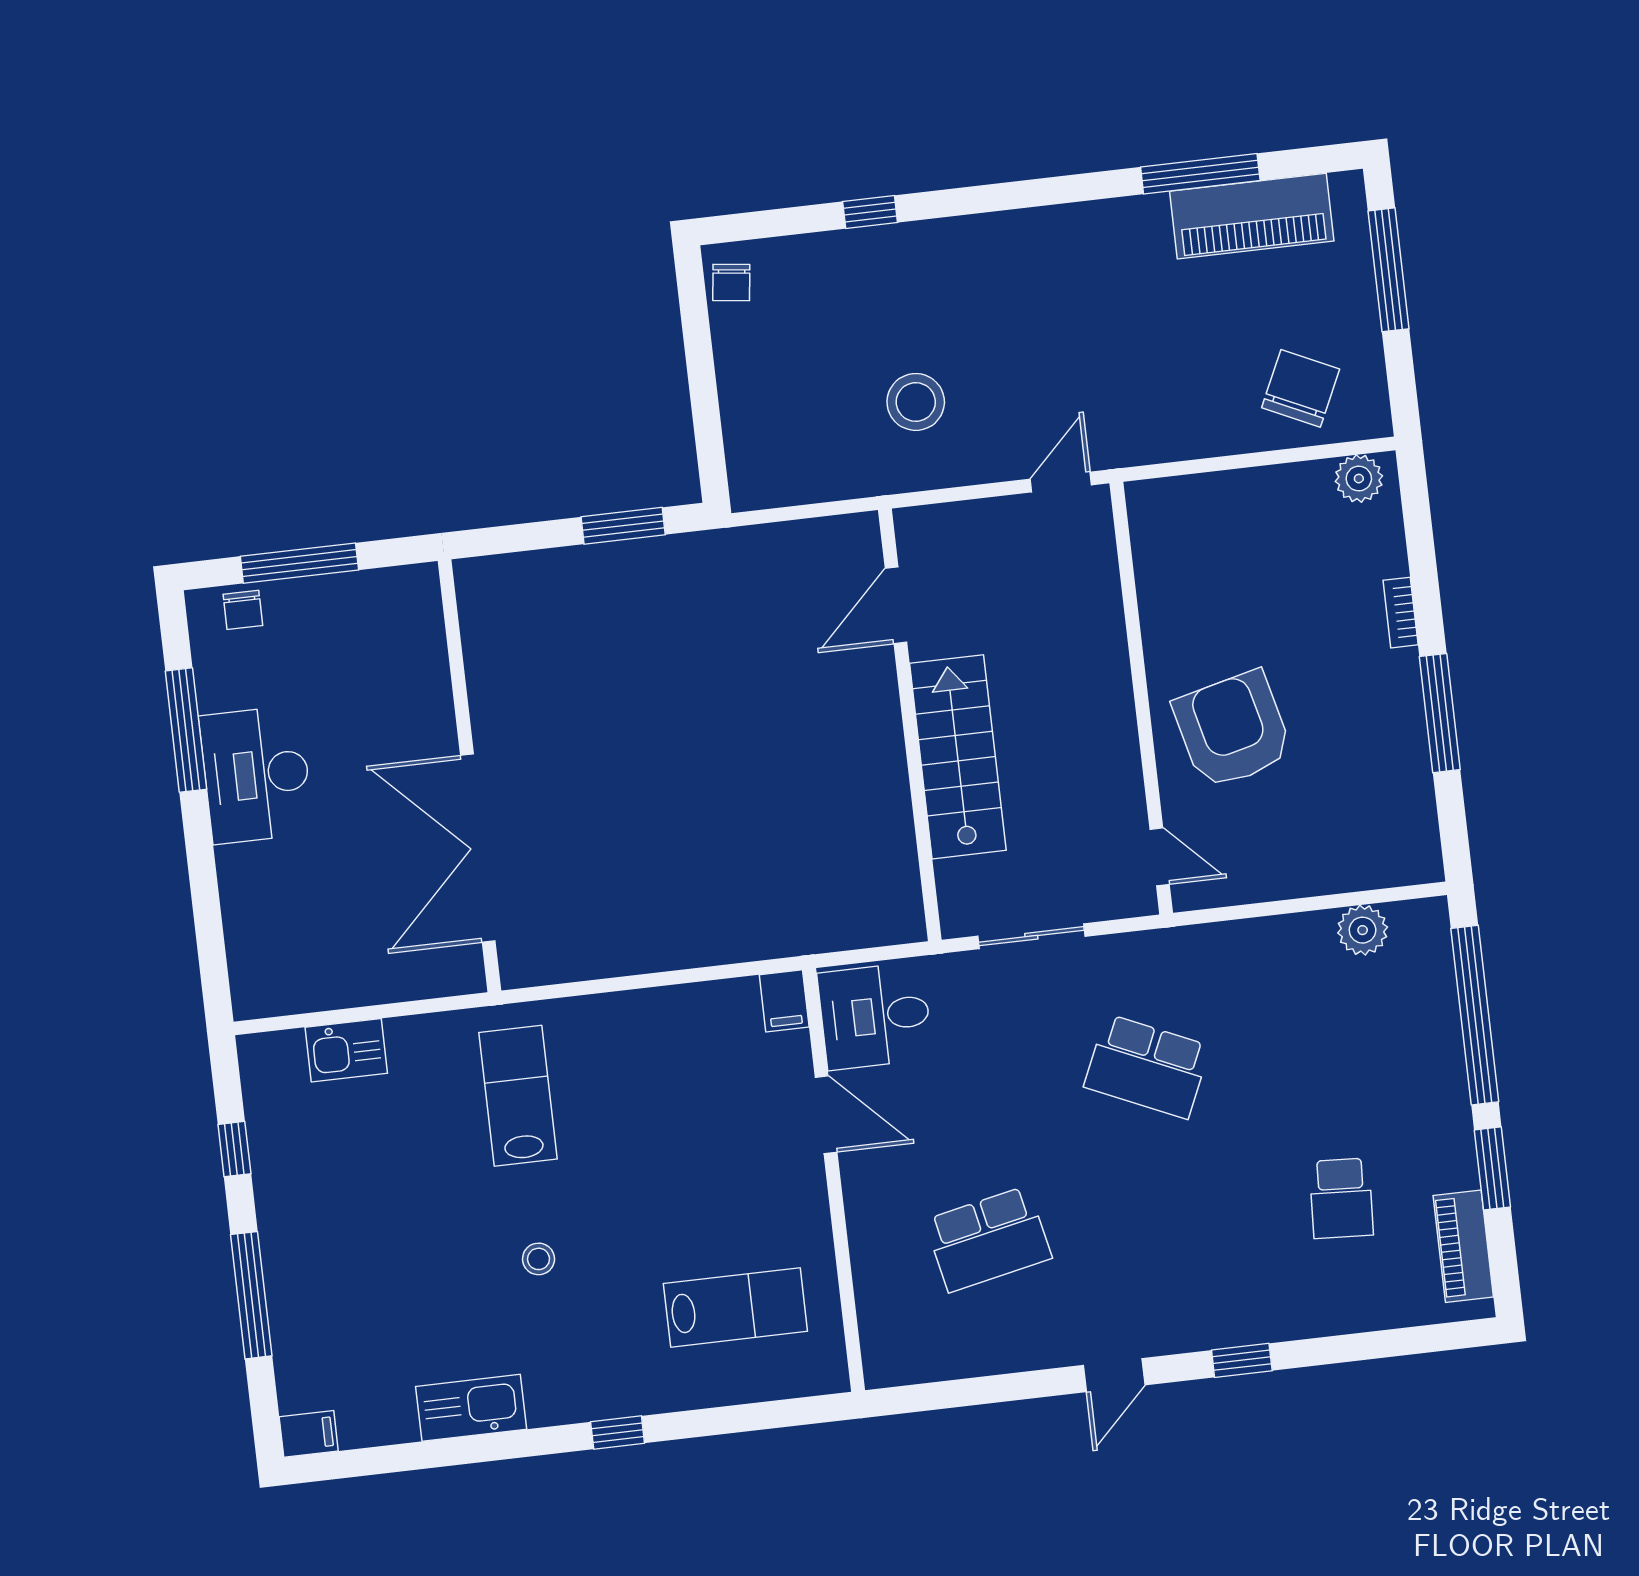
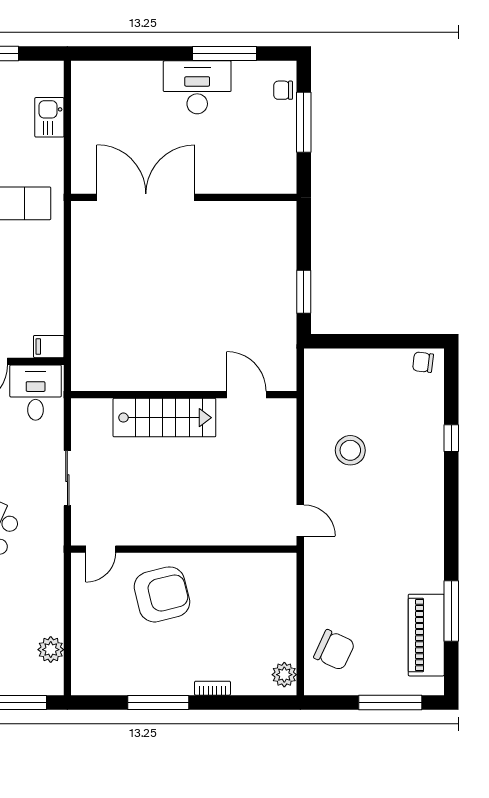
door: (896, 605) -> (246, 395), moved
wall: (910, 725) -> (184, 395), moved
stairs: (958, 757) -> (164, 418), moved

